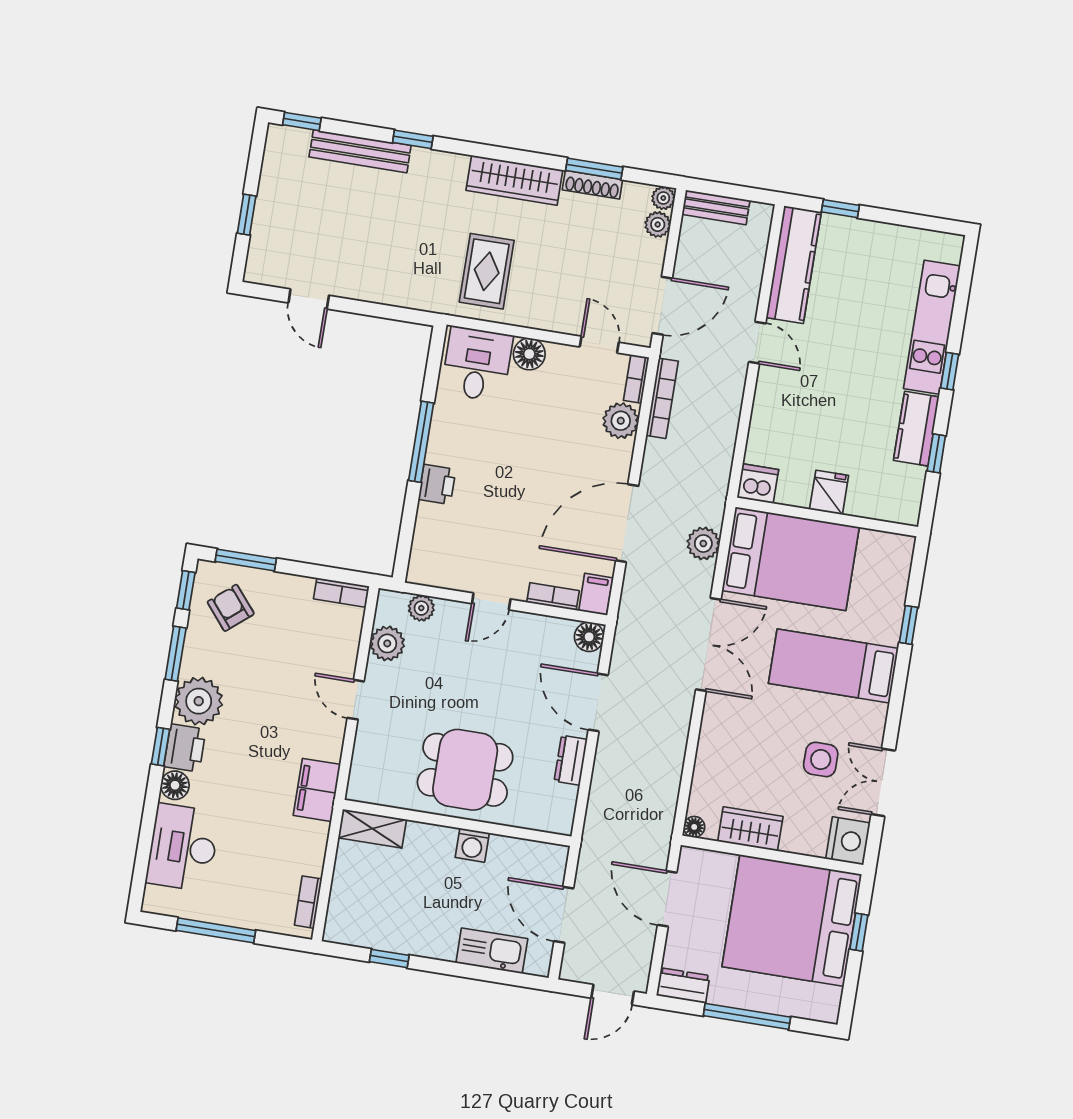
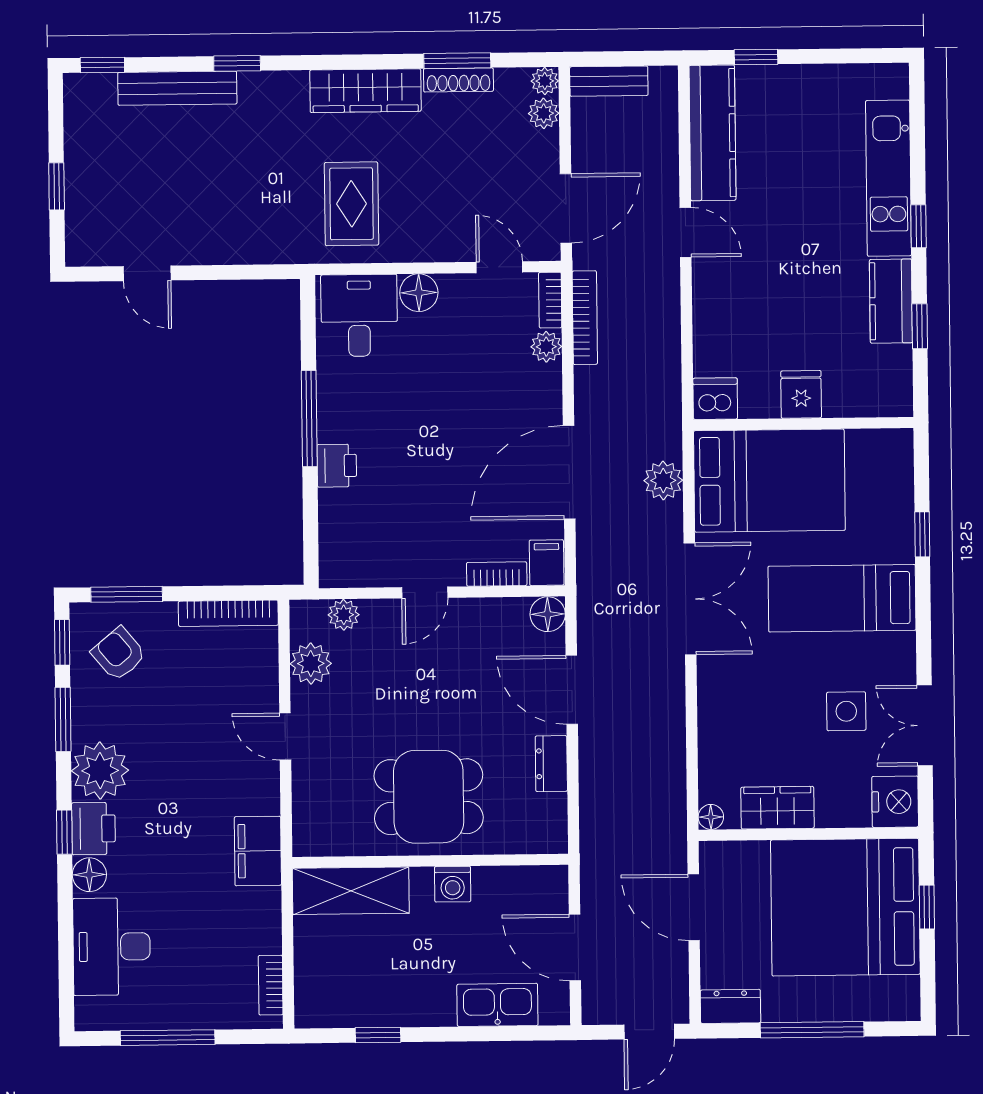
plant: (621, 421) -> (546, 347), width x0.73, depth x0.73
bookcase: (341, 593) -> (228, 613), width x1.56
shelving: (372, 829) -> (351, 891), width x1.50, depth x1.33

